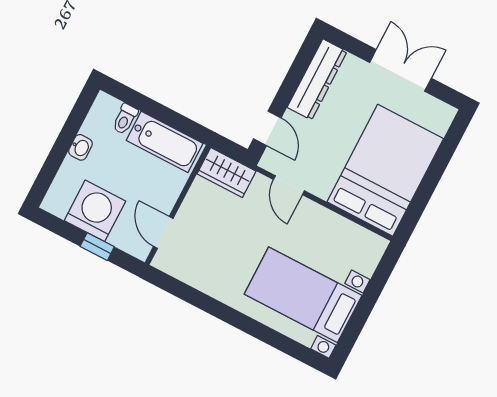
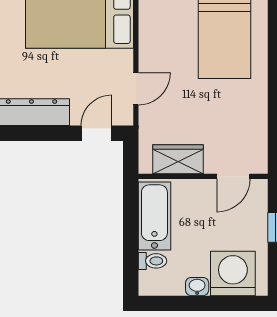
wardrobe: (226, 172) -> (178, 159), moved, turned -90
washing machine: (95, 211) -> (233, 273), moved, turned 90

